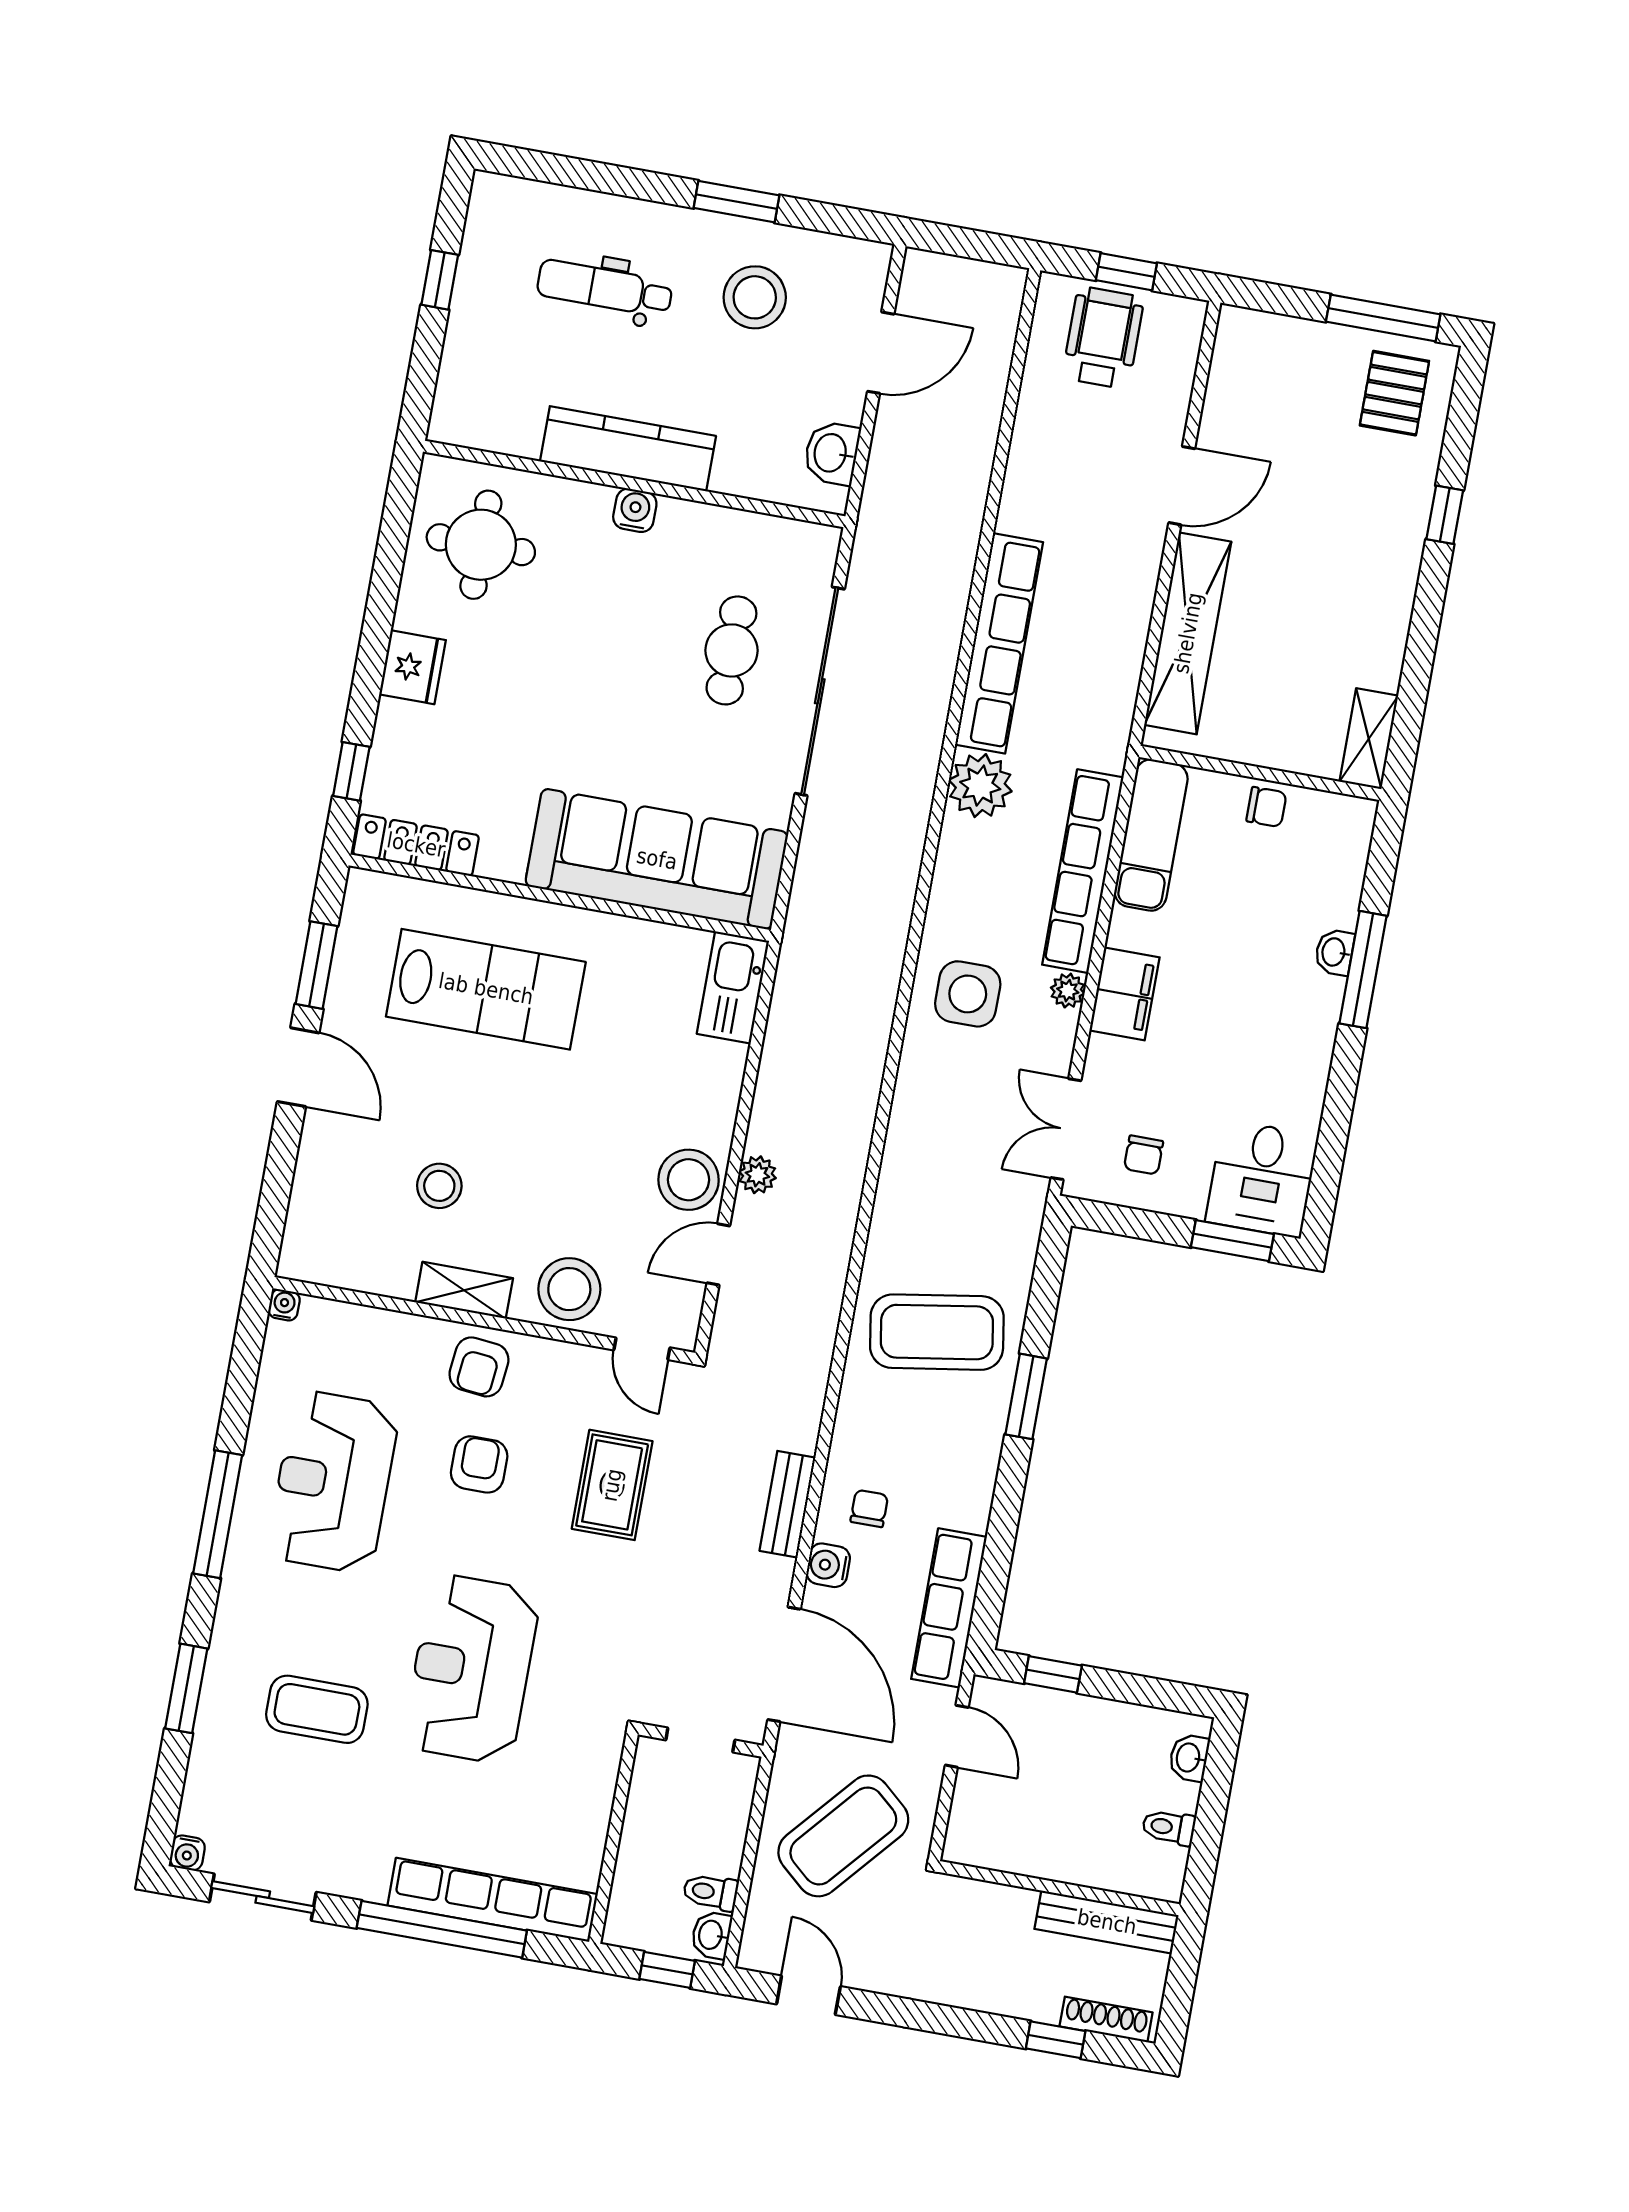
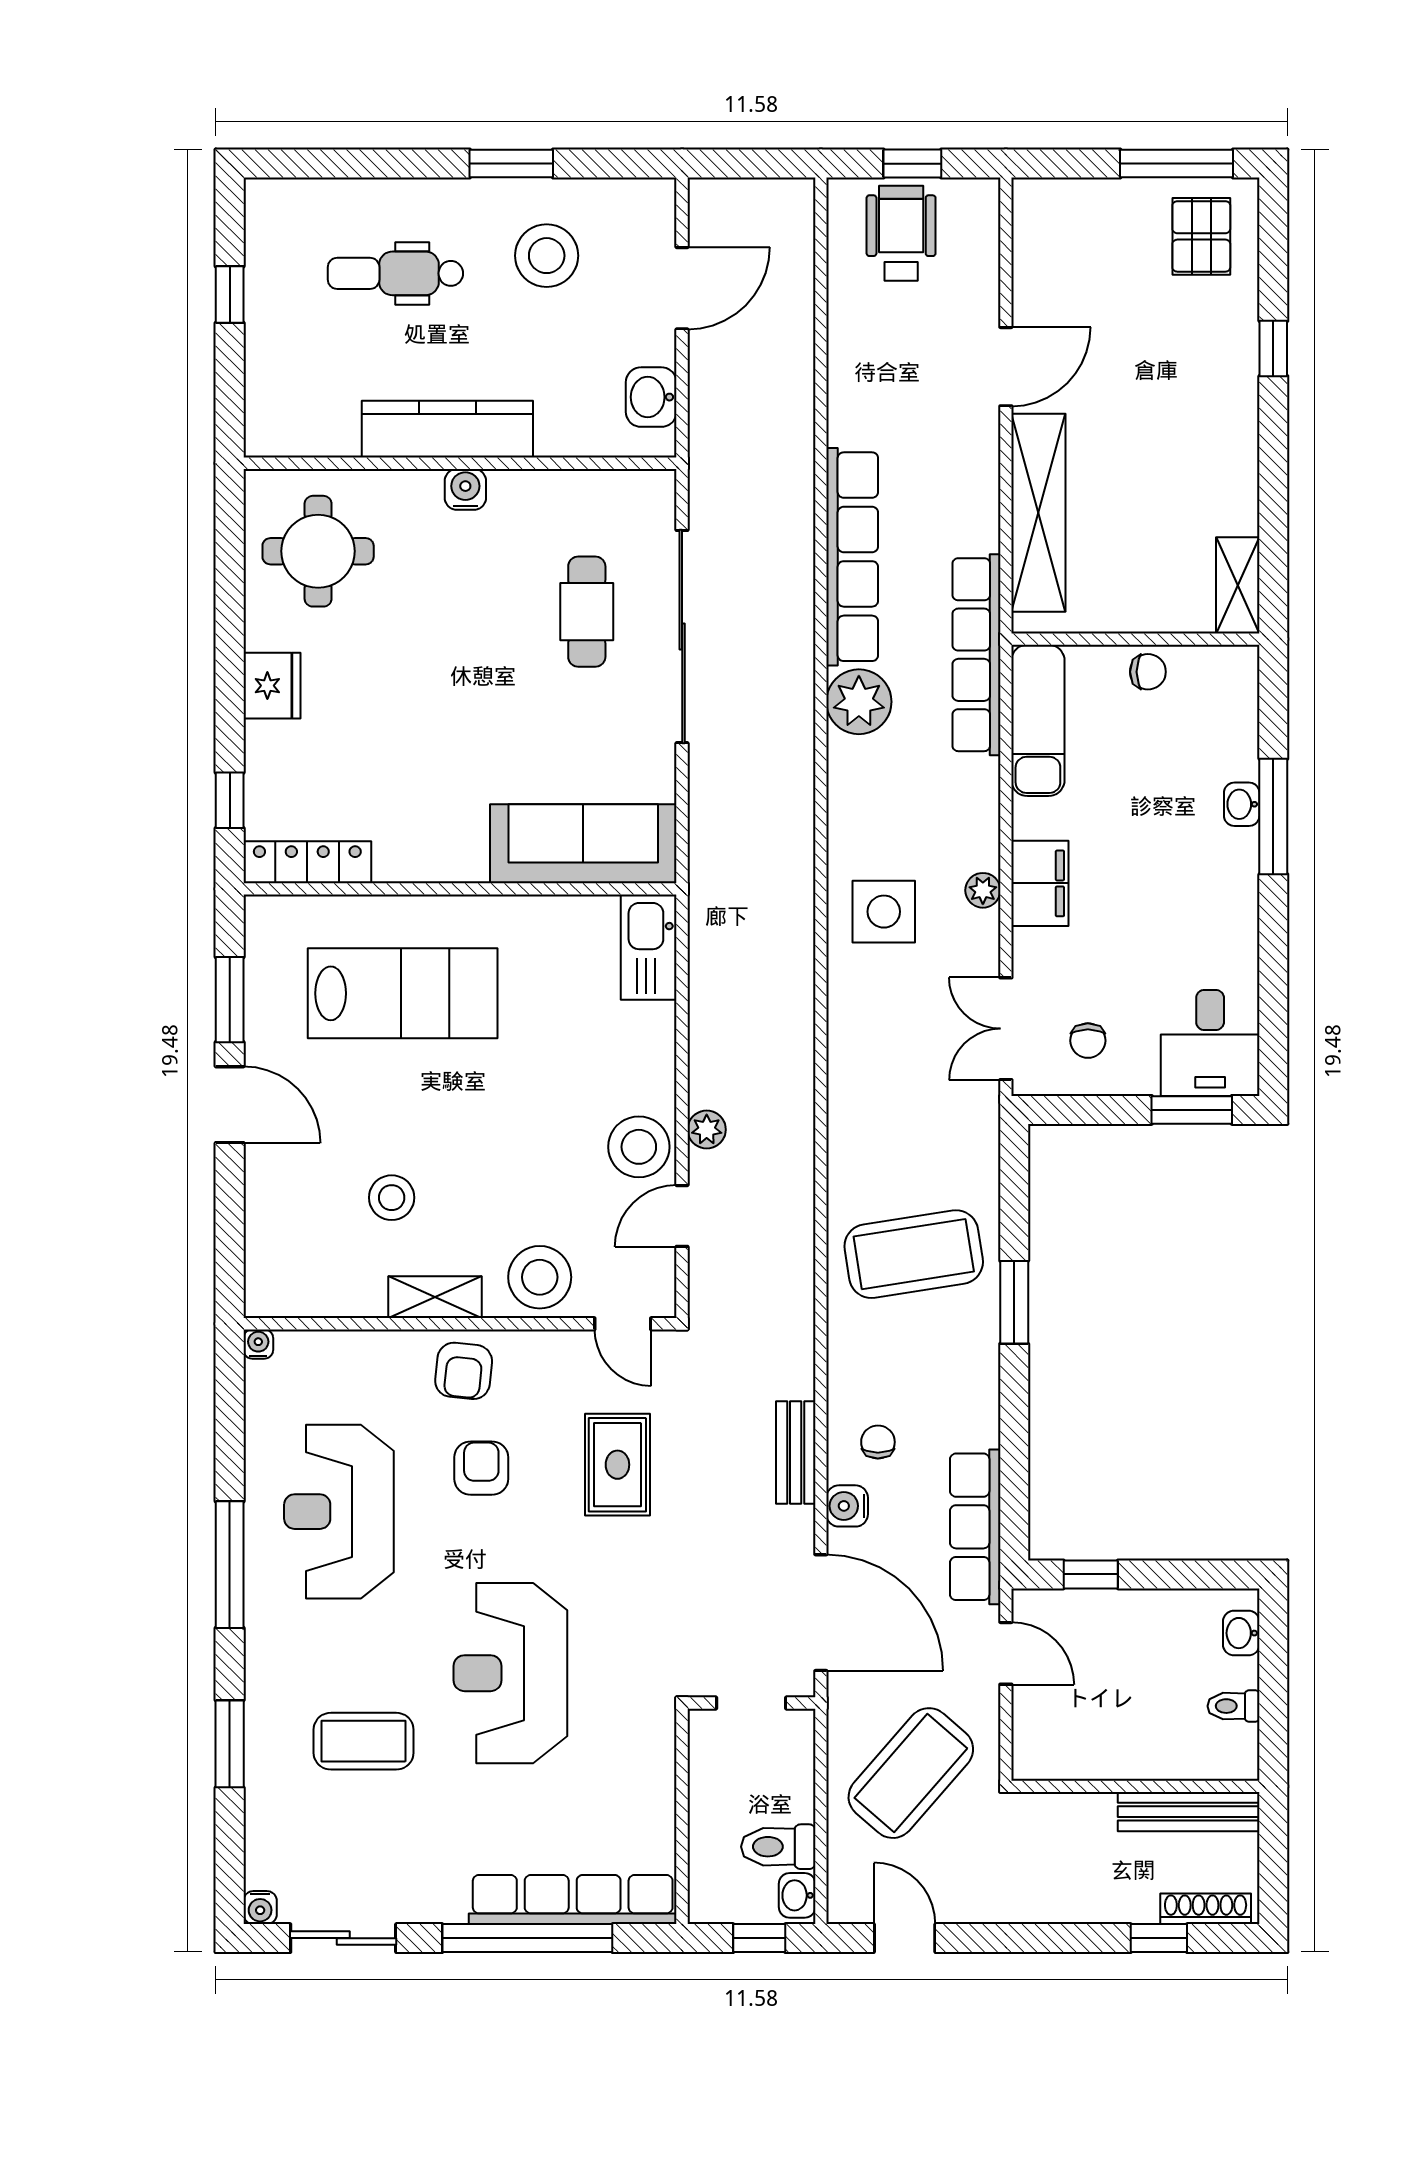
sofa: (657, 859) -> (583, 844), width x0.74, depth x0.79
row of seats: (1083, 871) -> (976, 655), moved
toilet: (711, 1892) -> (778, 1847), width x1.37, depth x1.39

